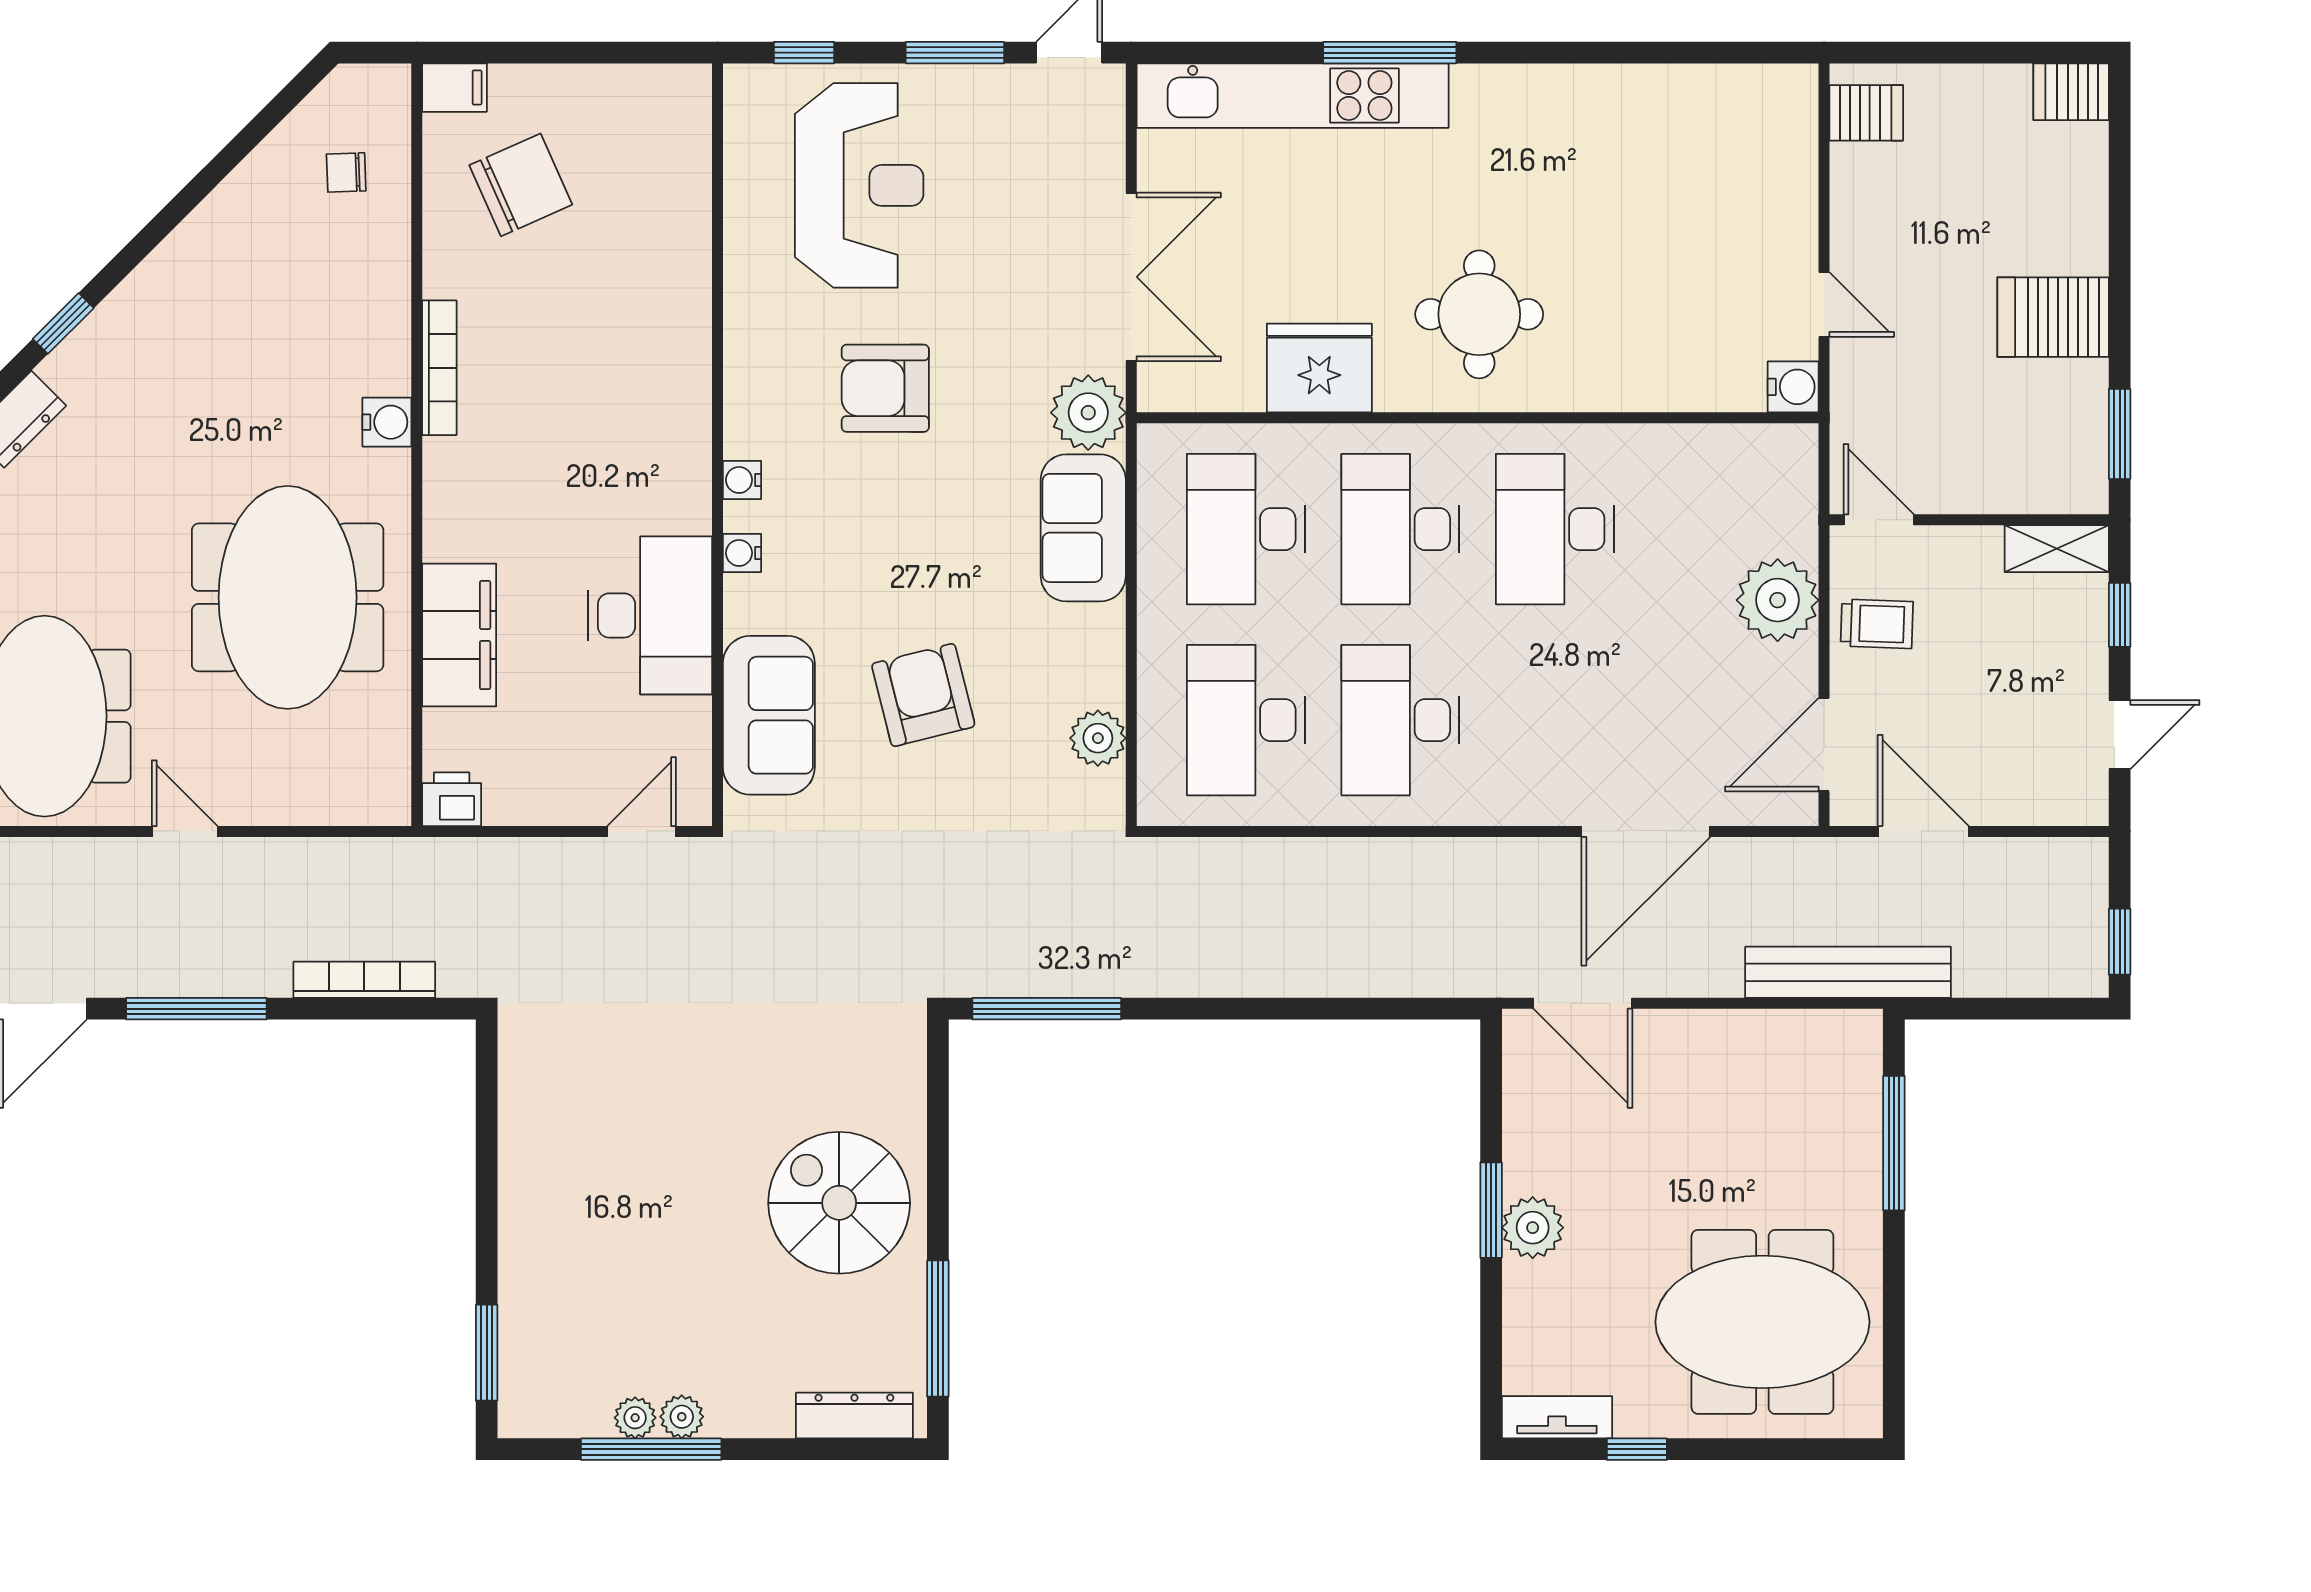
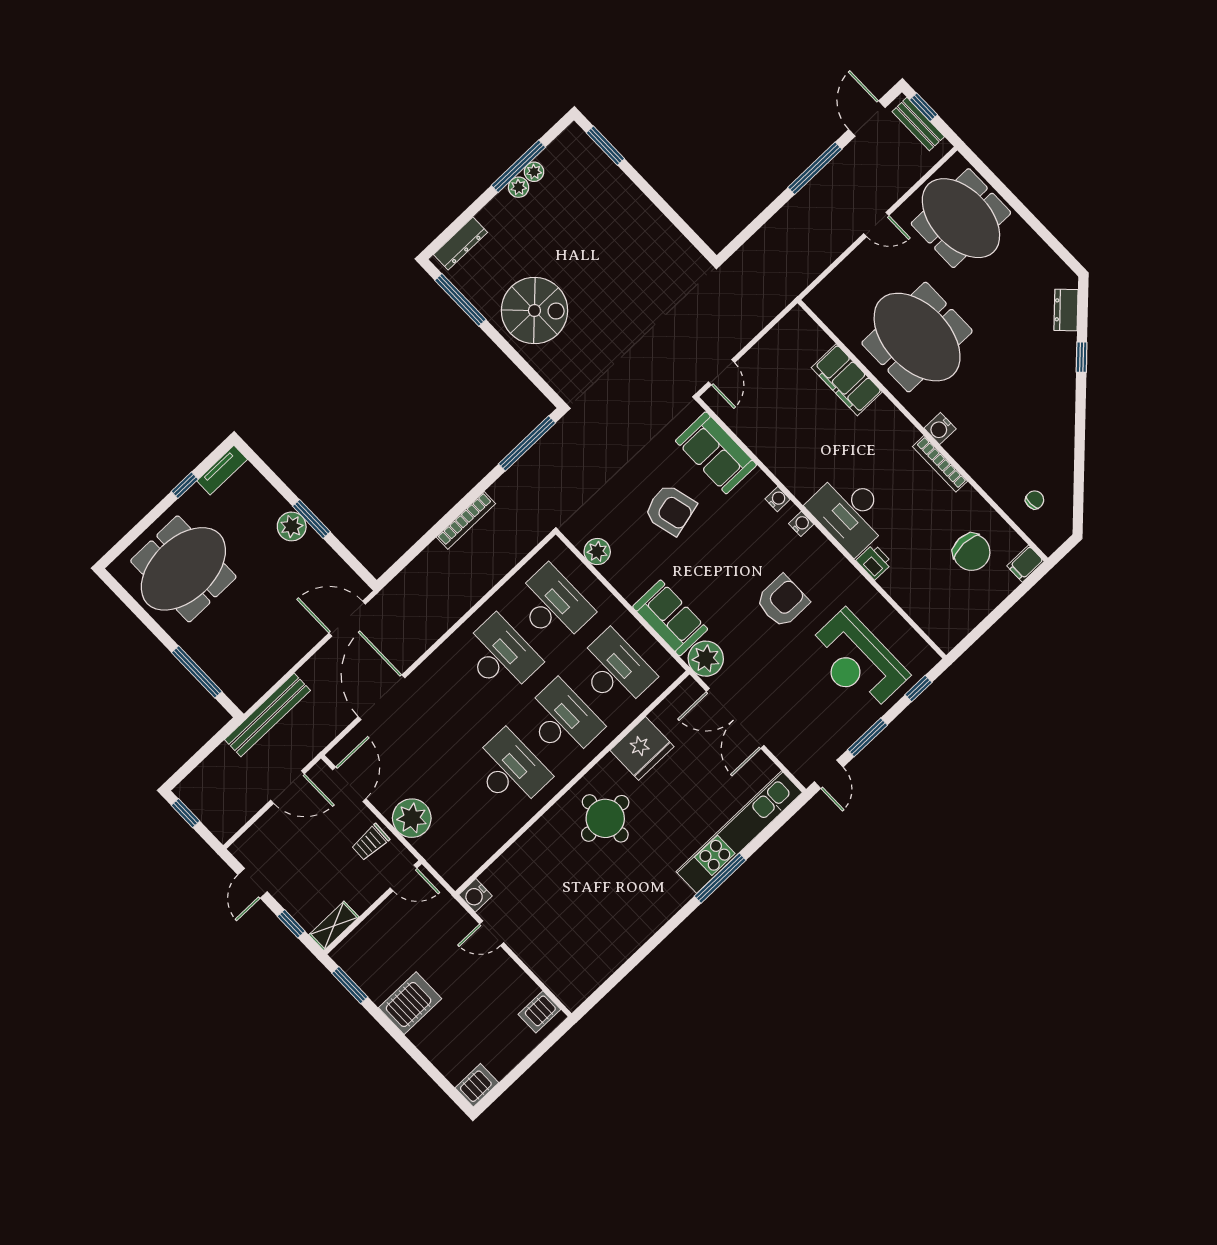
chair: (521, 185) -> (972, 552), turned -66
desk: (650, 615) -> (850, 512), moved
printer: (452, 799) -> (874, 562), moved, turned -90
bookcase: (364, 980) -> (466, 520), moved

